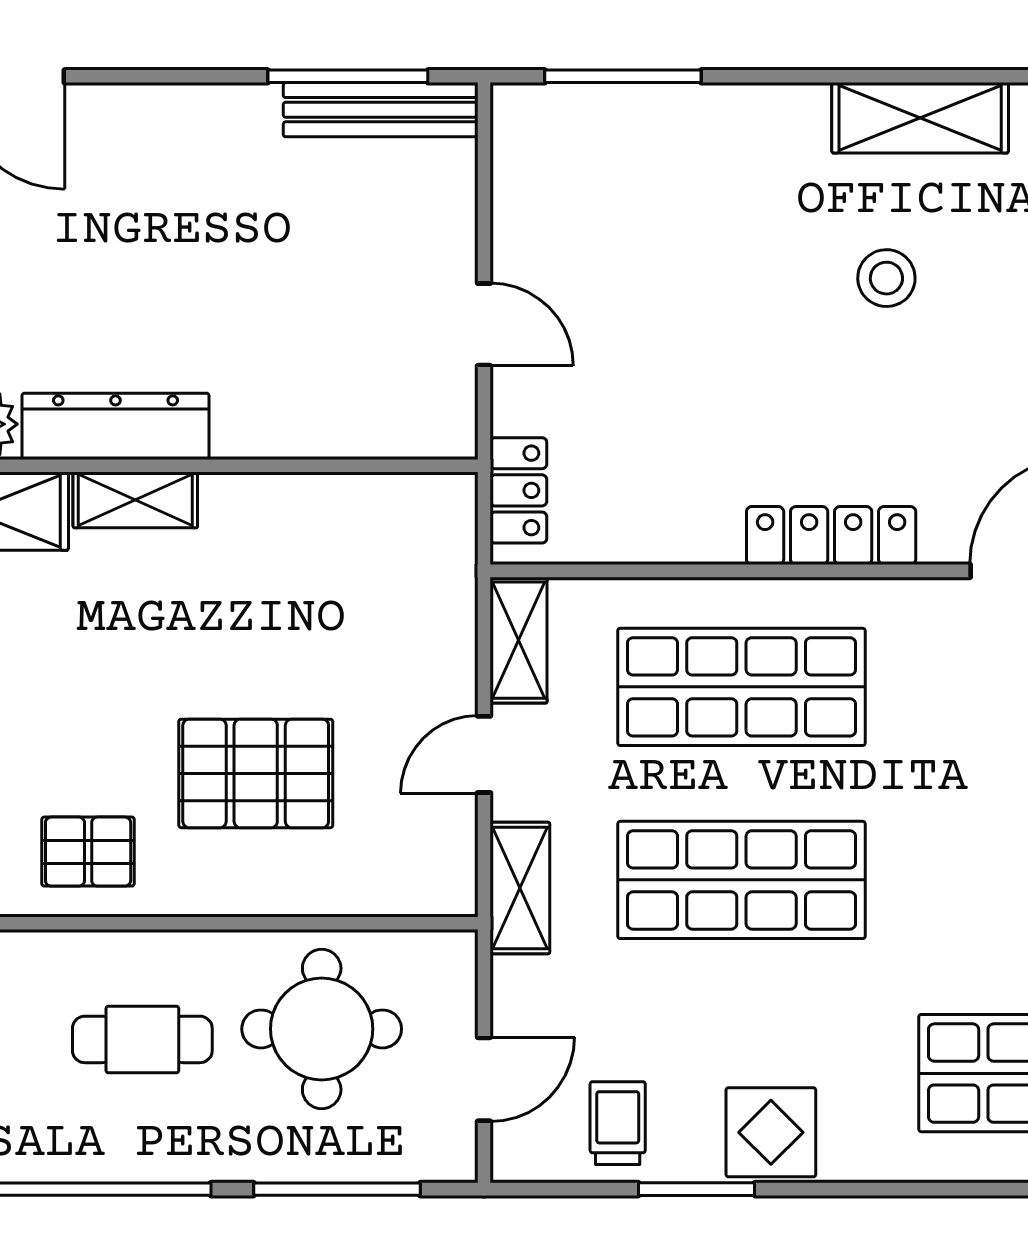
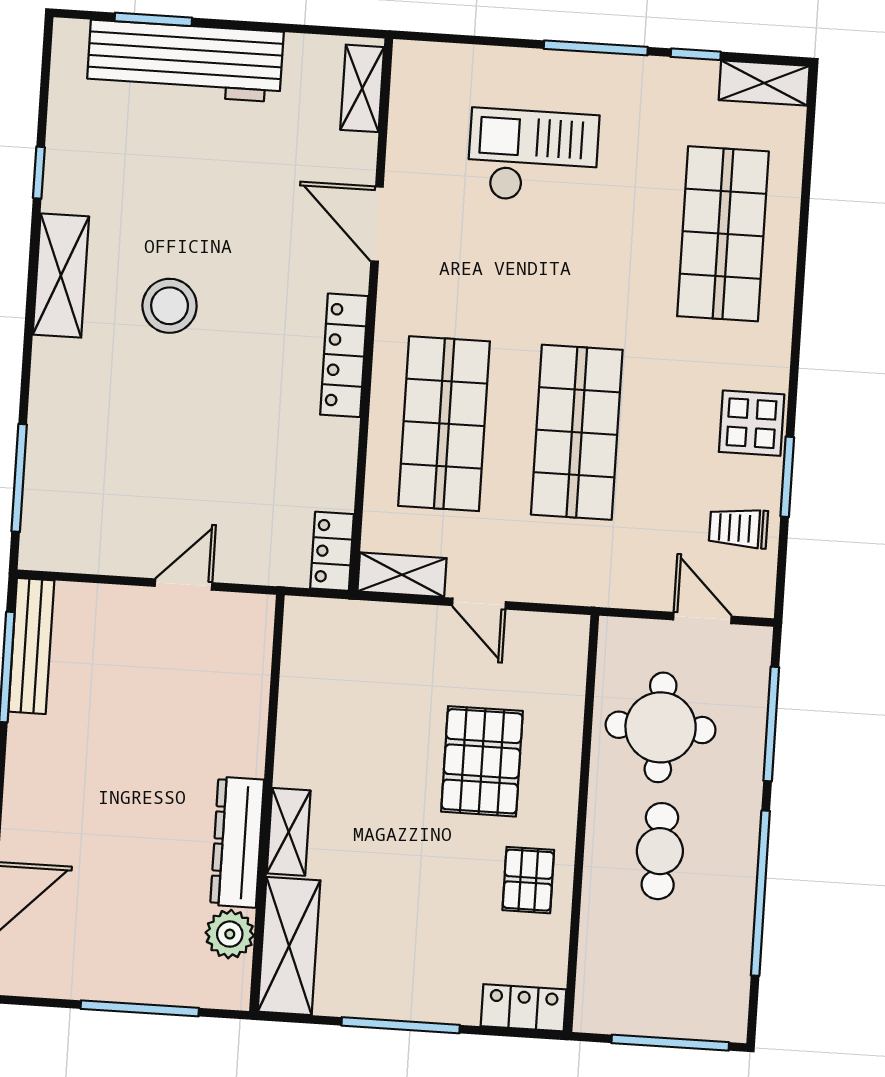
stool: (886, 278) -> (170, 306), width x1.38, depth x1.38
locker: (518, 490) -> (332, 551), moved, turned -90
shelving: (520, 888) -> (572, 585), removed

